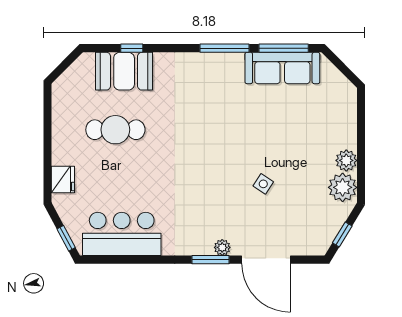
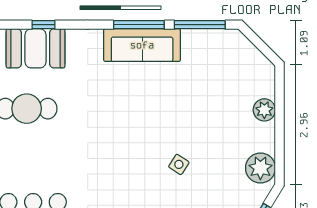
sofa: (282, 68) -> (142, 45), moved
plant: (346, 160) -> (264, 110), moved

